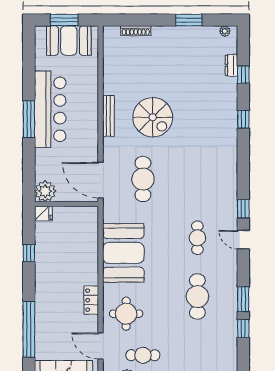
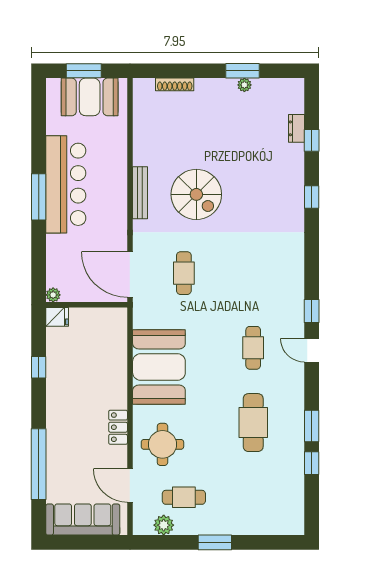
plant: (225, 31) -> (244, 85), moved
cafe table: (143, 179) -> (184, 273), width x0.73, depth x0.74
plant: (45, 191) -> (53, 295), width x0.53, depth x0.53

